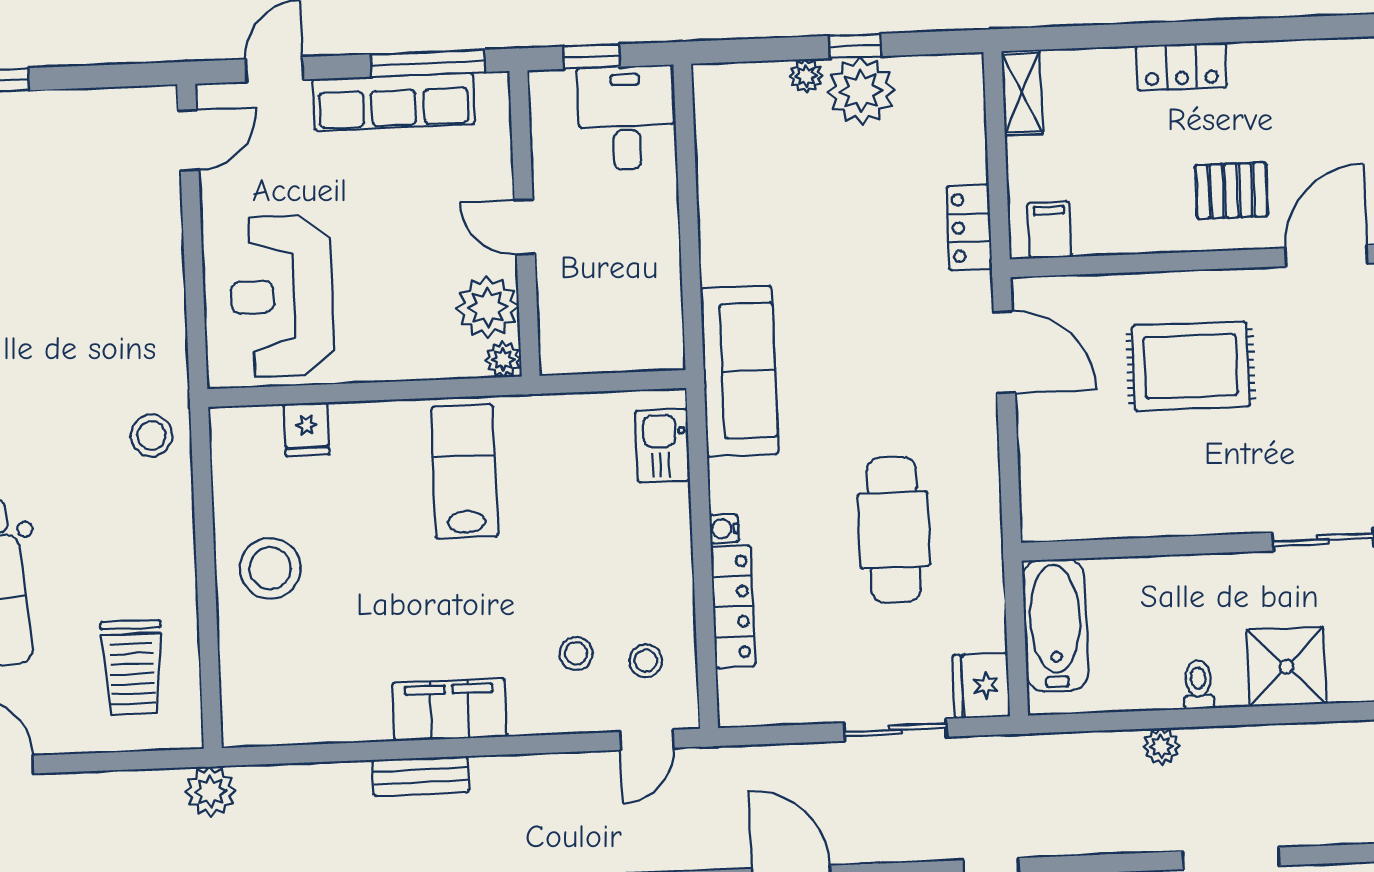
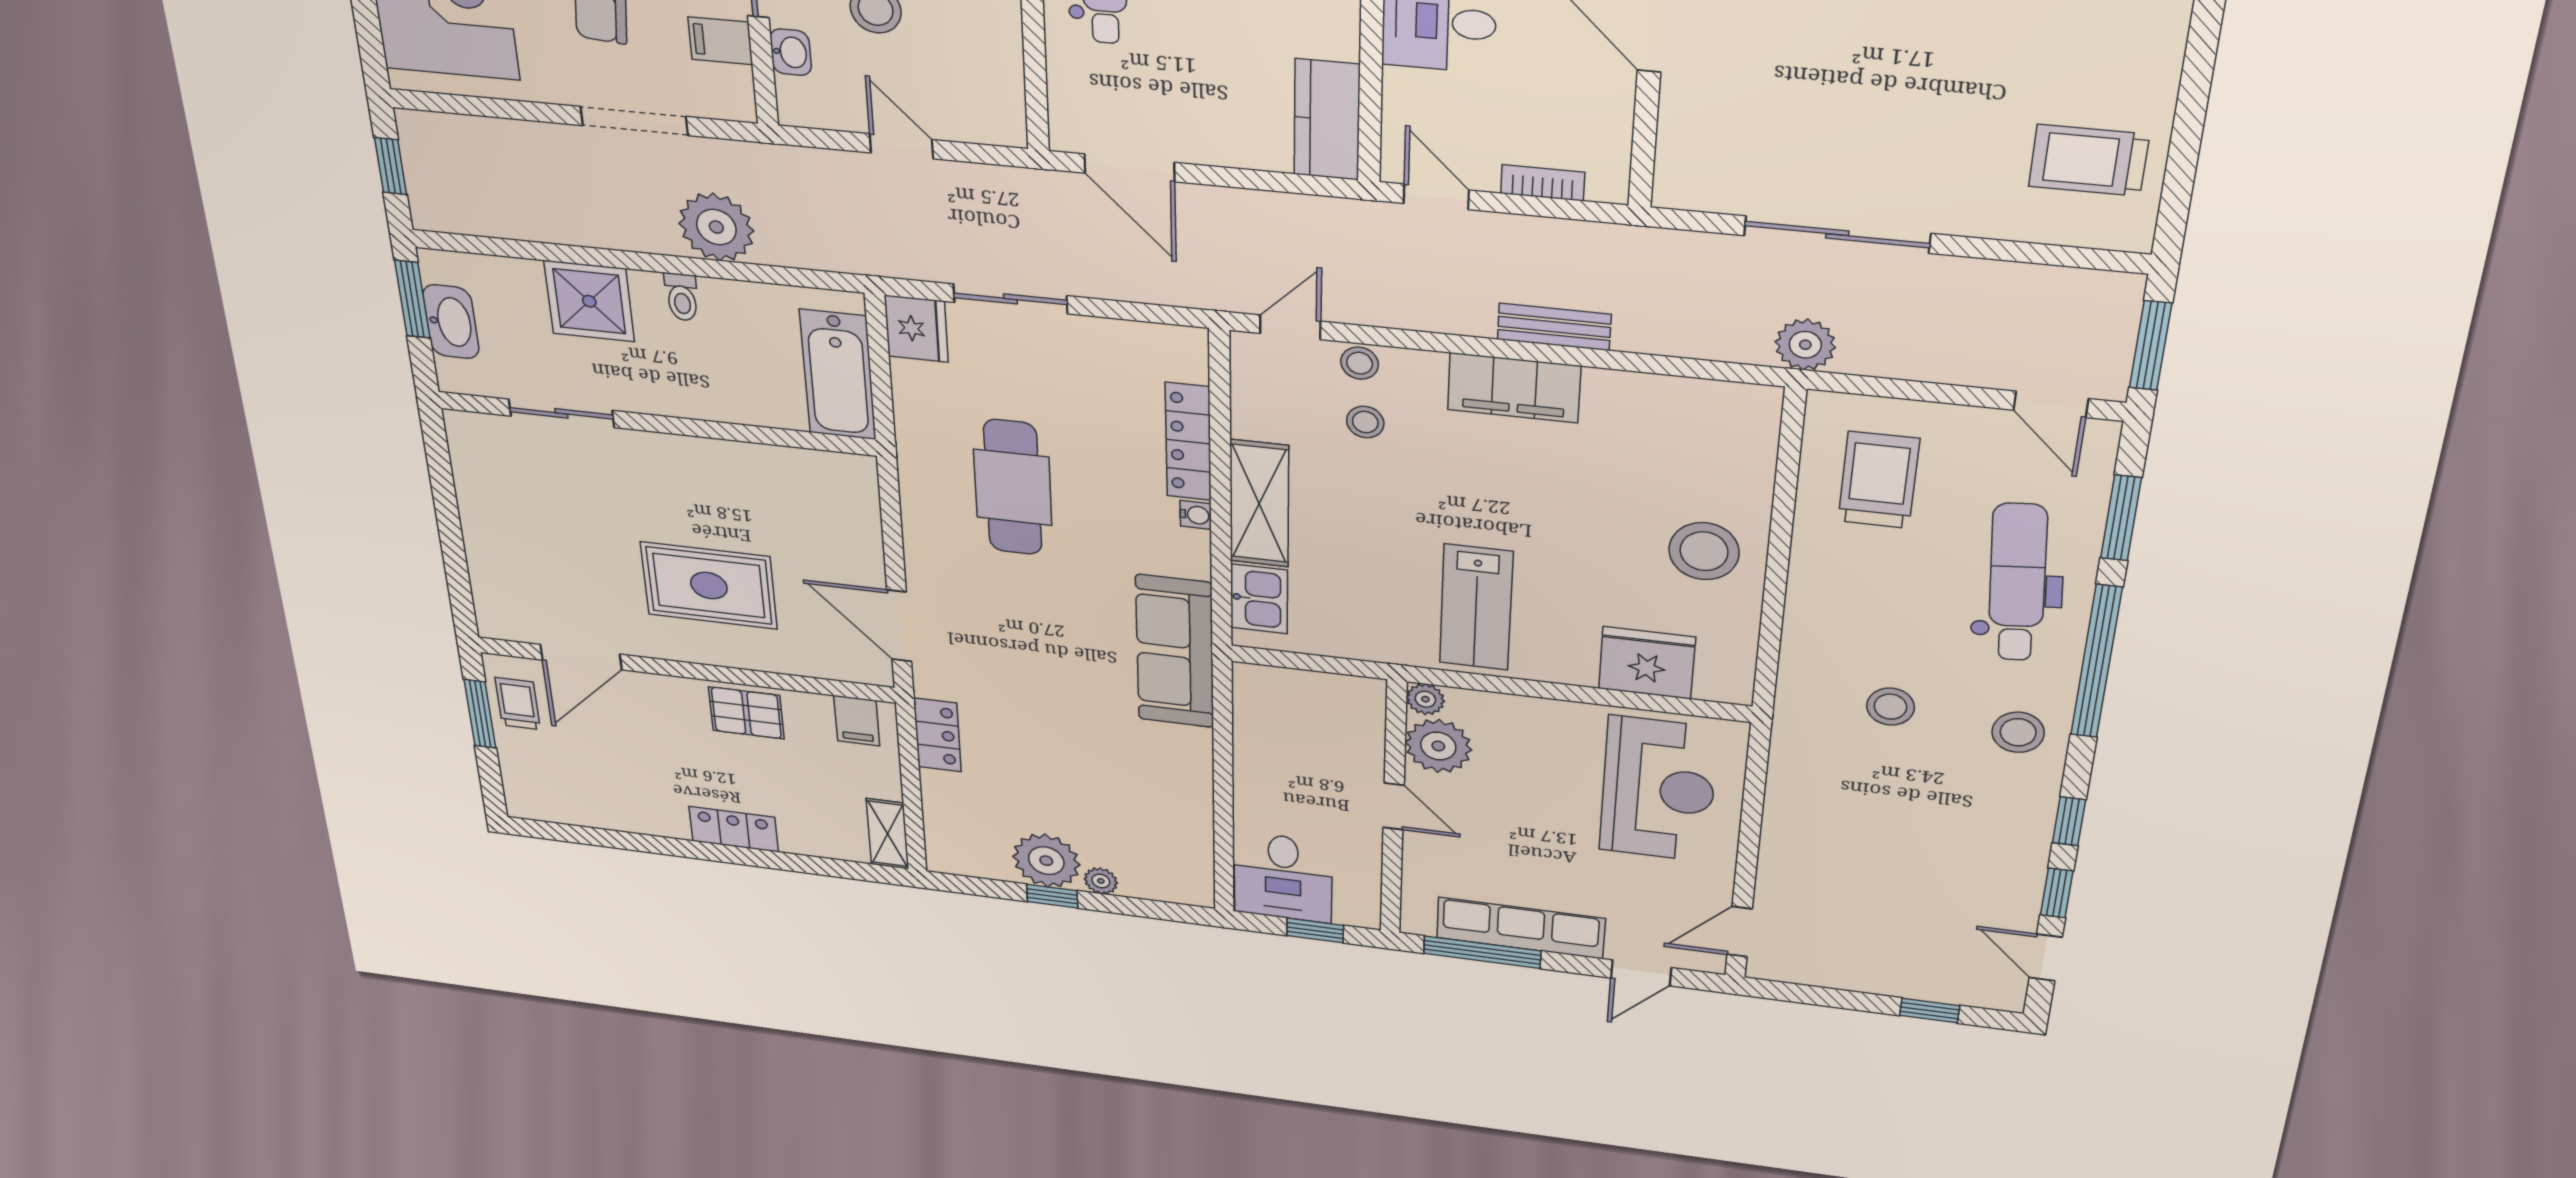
pallet: (1231, 191) -> (746, 713), moved
fridge: (307, 429) -> (1647, 663), width x1.88, depth x1.34
stool: (152, 435) -> (1890, 707), moved
shelving: (667, 551) -> (1259, 504), added
stool: (646, 661) -> (1360, 363), moved
plant: (1161, 747) -> (716, 227), width x1.87, depth x1.87

